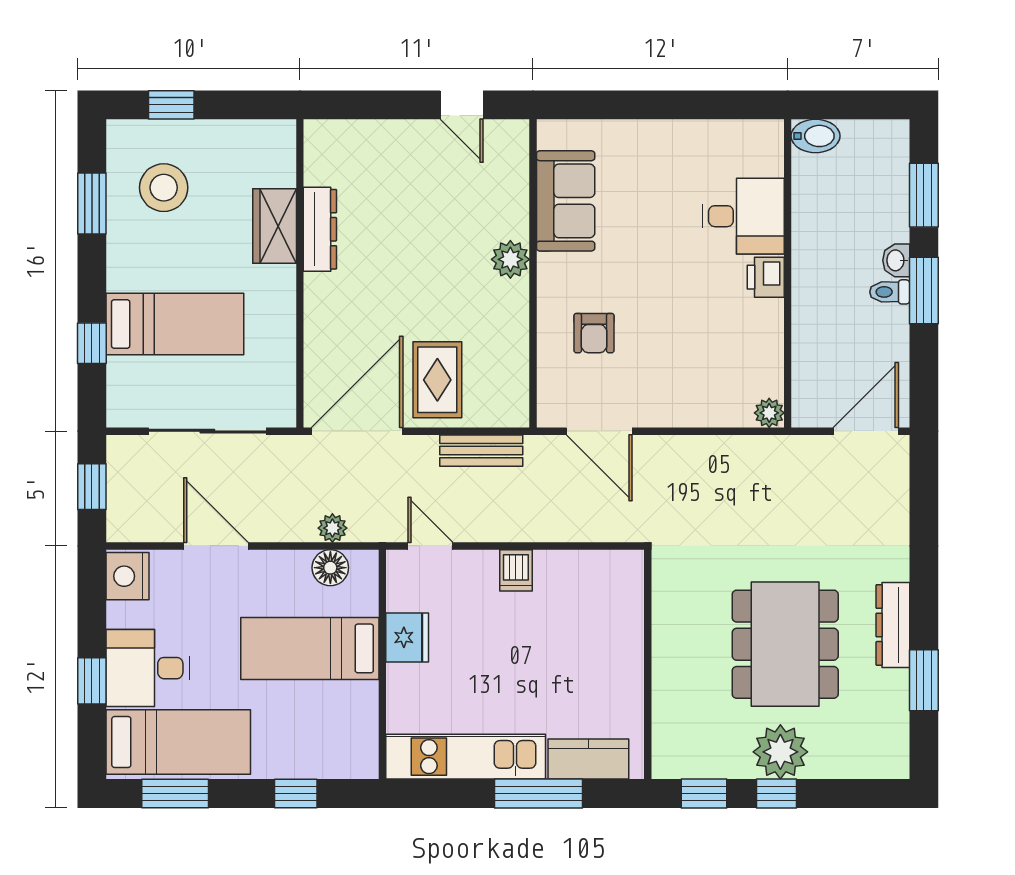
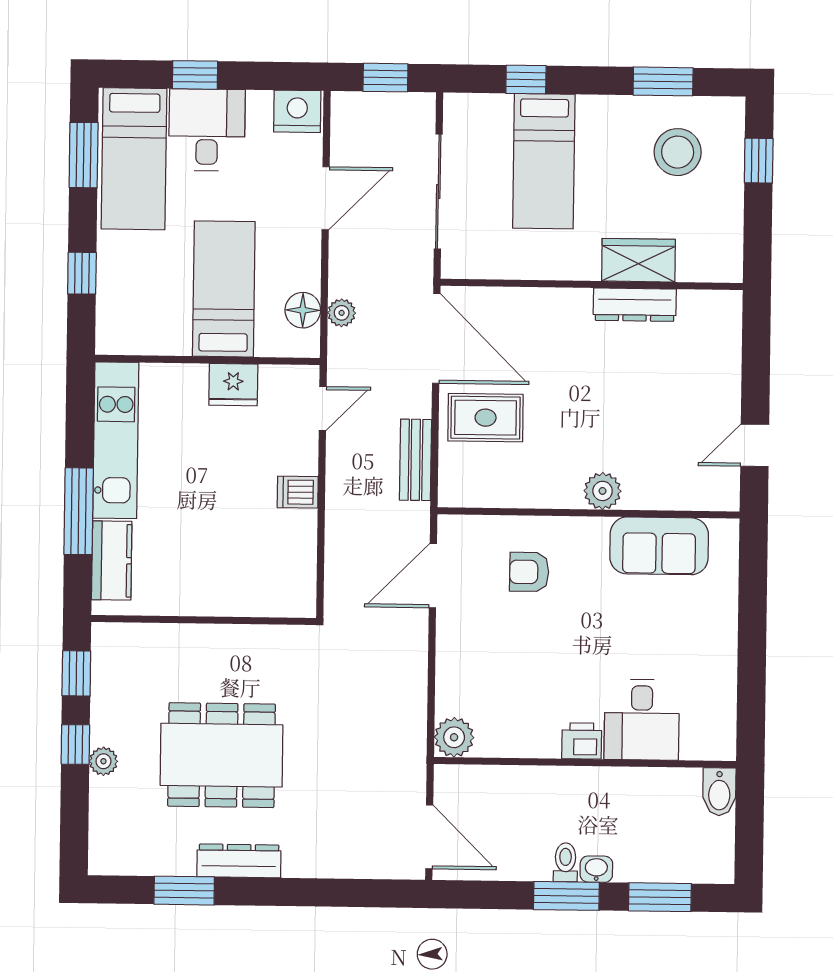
plant: (769, 413) -> (454, 737), width x1.38, depth x1.38
plant: (780, 752) -> (103, 761), width x0.53, depth x0.53

